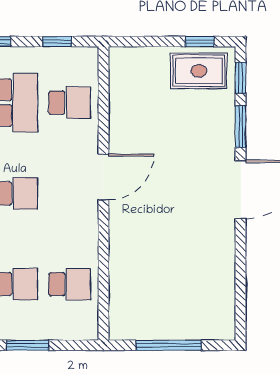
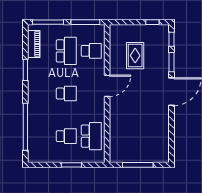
window: (57, 42) -> (85, 22), width x2.17
rug: (199, 71) -> (135, 56), moved, turned 90
school desk: (70, 284) -> (91, 136), width x1.85

